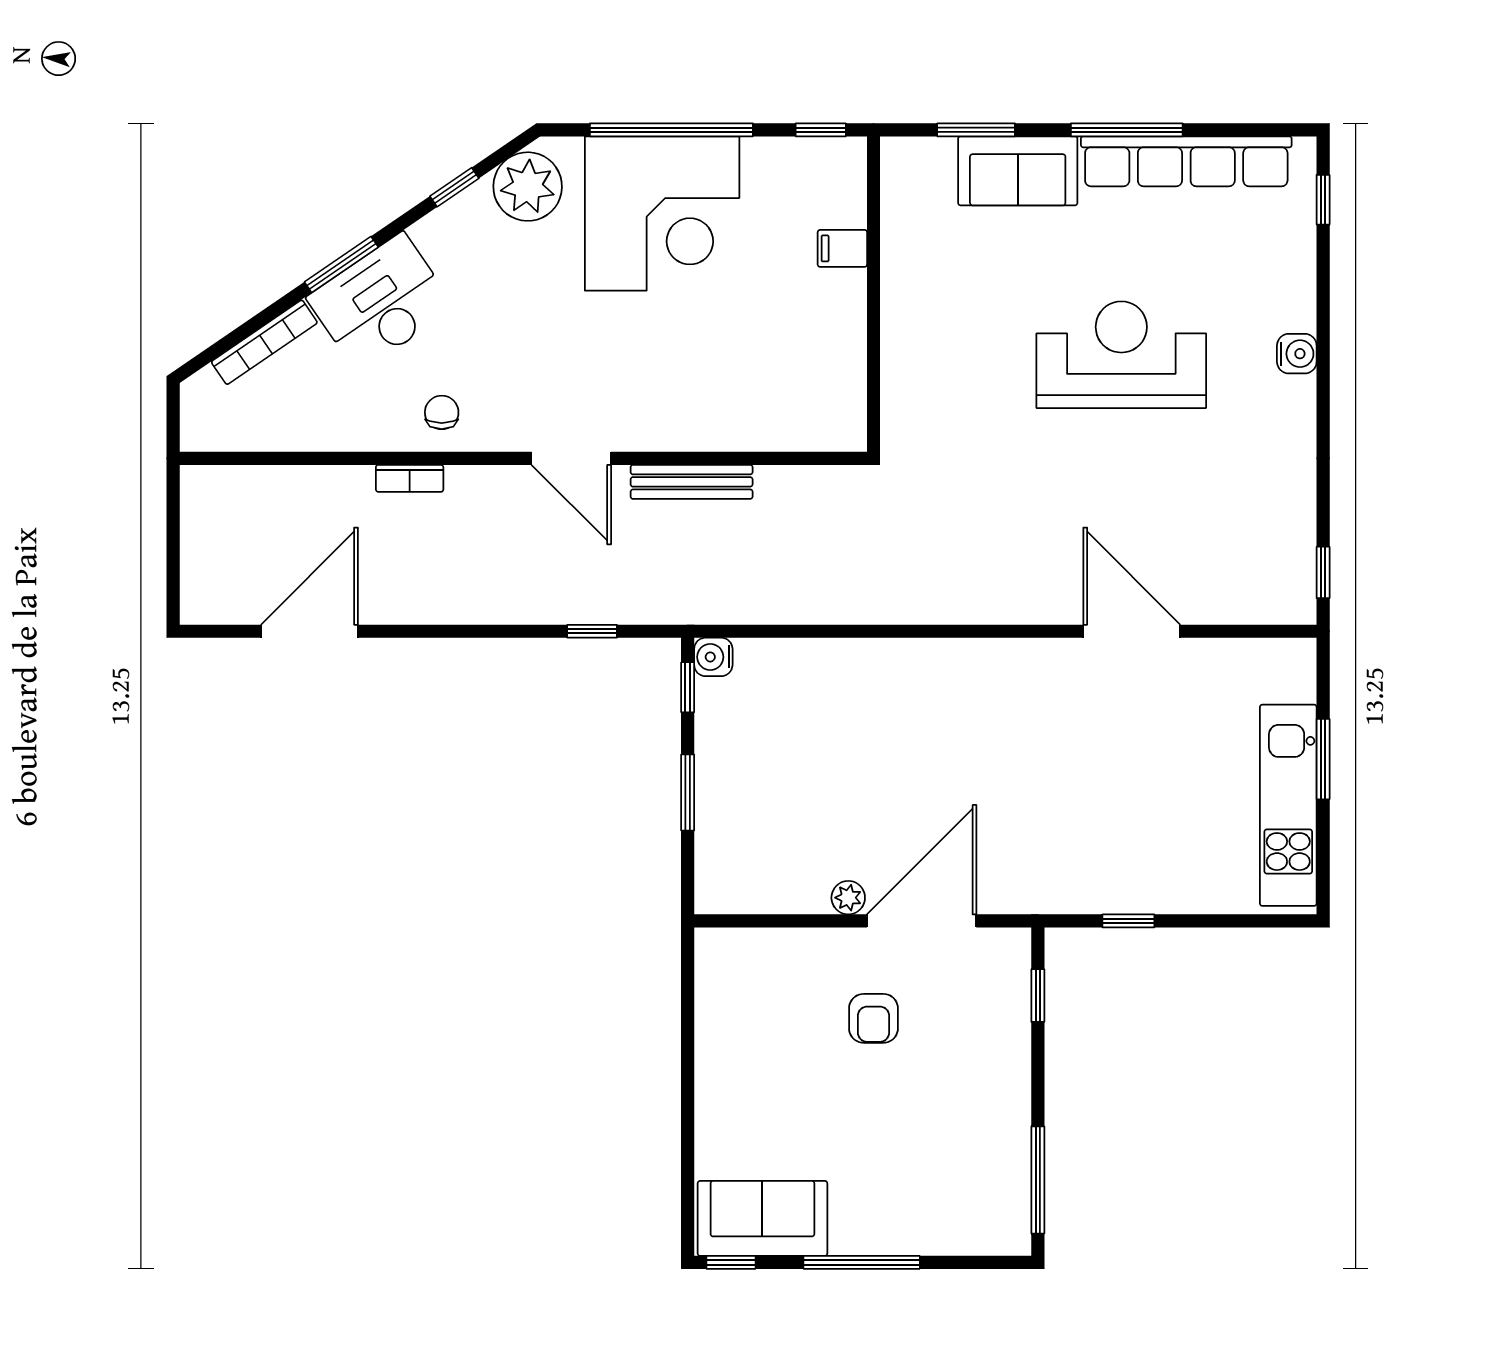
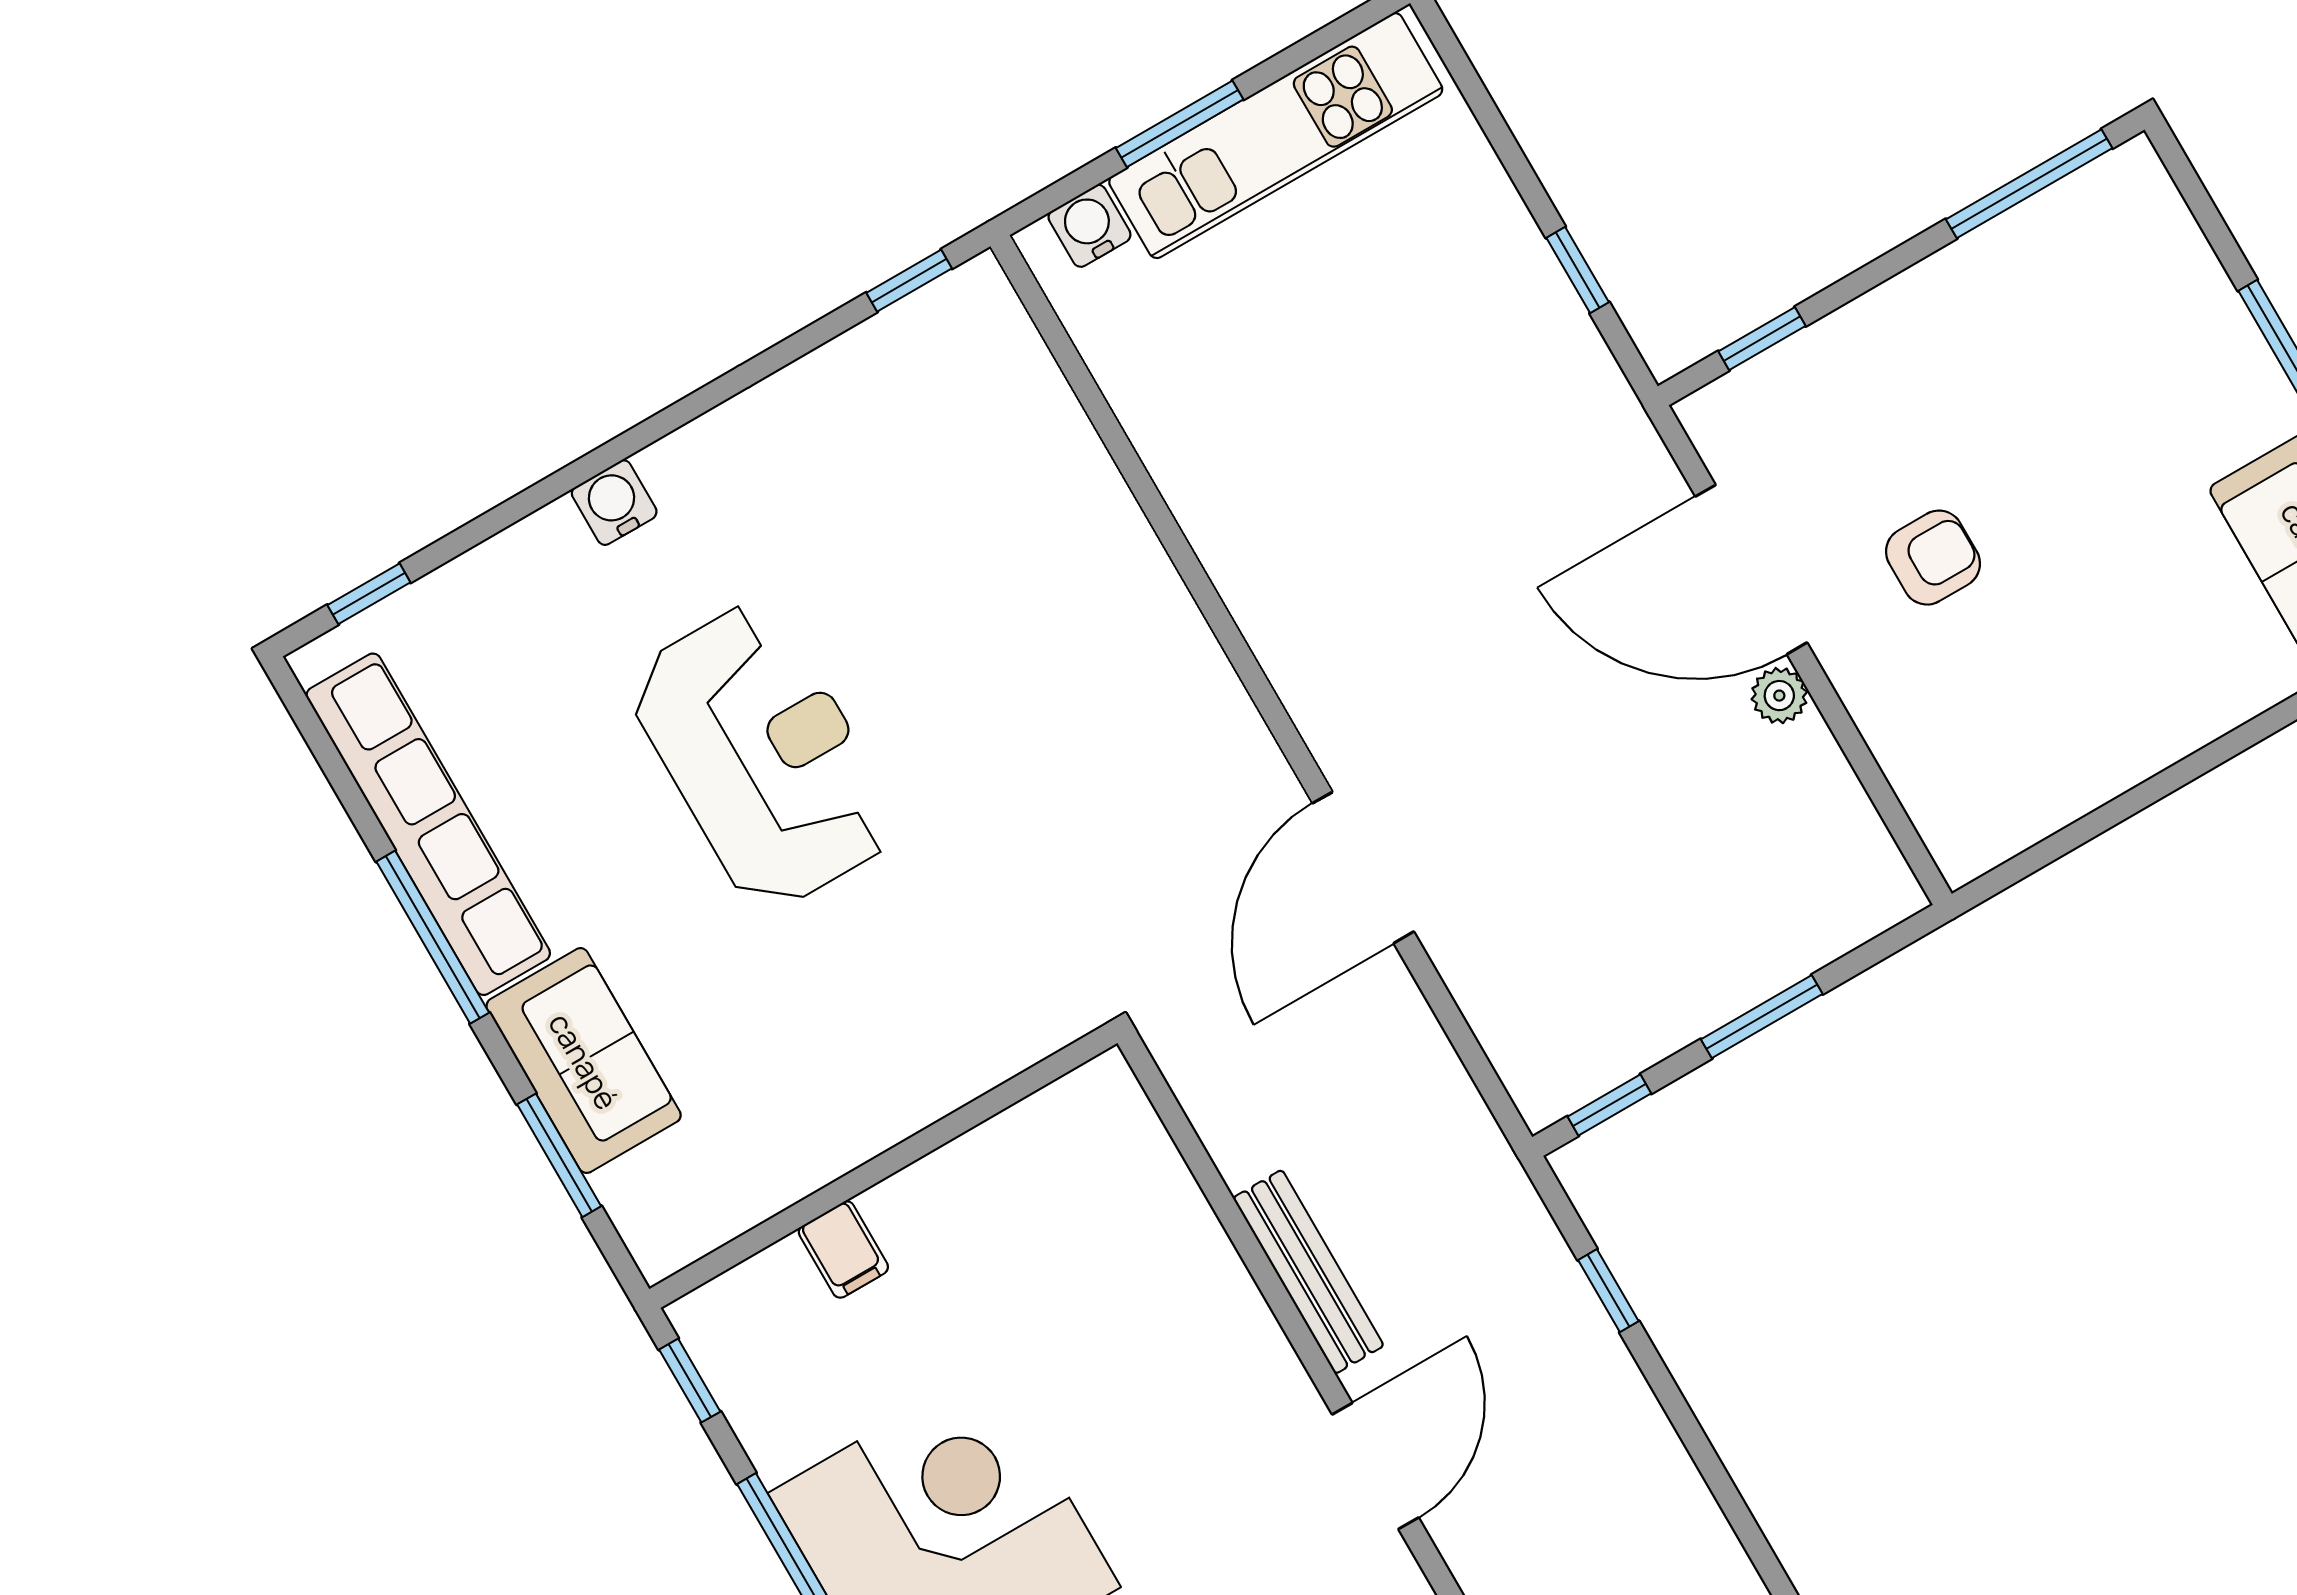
reception desk: (1121, 355) -> (763, 756), turned 180
door: (1132, 631) -> (1363, 867), moved
water cooler: (713, 657) -> (1089, 226), moved, turned 180

